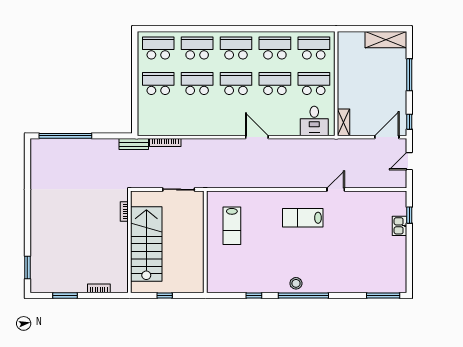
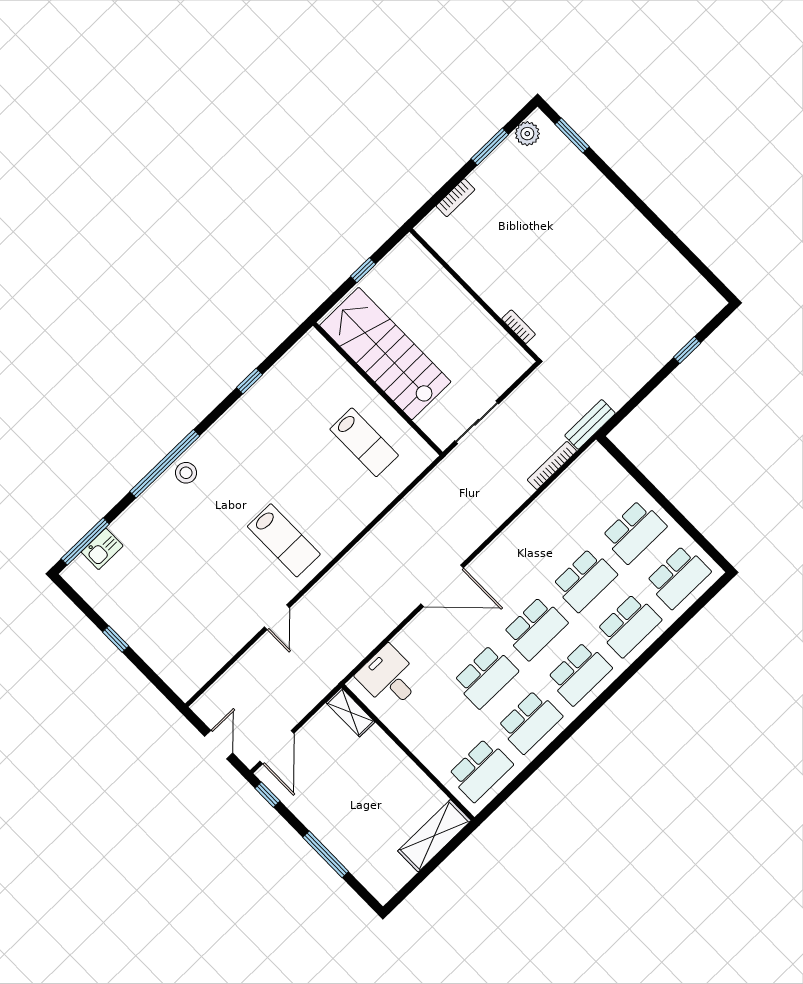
shelving: (386, 40) -> (434, 836), moved
school desk: (314, 84) -> (436, 725), removed
window: (65, 136) -> (687, 350), width x0.32
door: (257, 137) -> (442, 586), width x1.36
window: (409, 215) -> (116, 639), moved
lab bench: (303, 218) -> (284, 540), turned 90
lab bench: (232, 226) -> (364, 442), turned 180
kitchen sink: (400, 226) -> (102, 549), moved, turned 90
stairs: (146, 244) -> (385, 354), moved, turned 180
stool: (296, 283) -> (186, 473), moved
plant: (45, 286) -> (527, 134), added
window: (303, 295) -> (165, 464), moved

